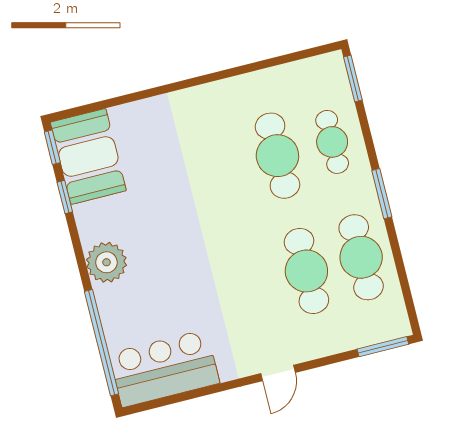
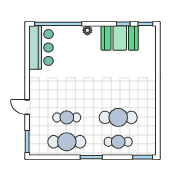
booth: (88, 156) -> (120, 38), moved
plant: (106, 262) -> (87, 30), width x0.53, depth x0.53
cafe table: (306, 271) -> (67, 117), width x0.73, depth x0.74
door: (278, 373) -> (27, 107), moved

